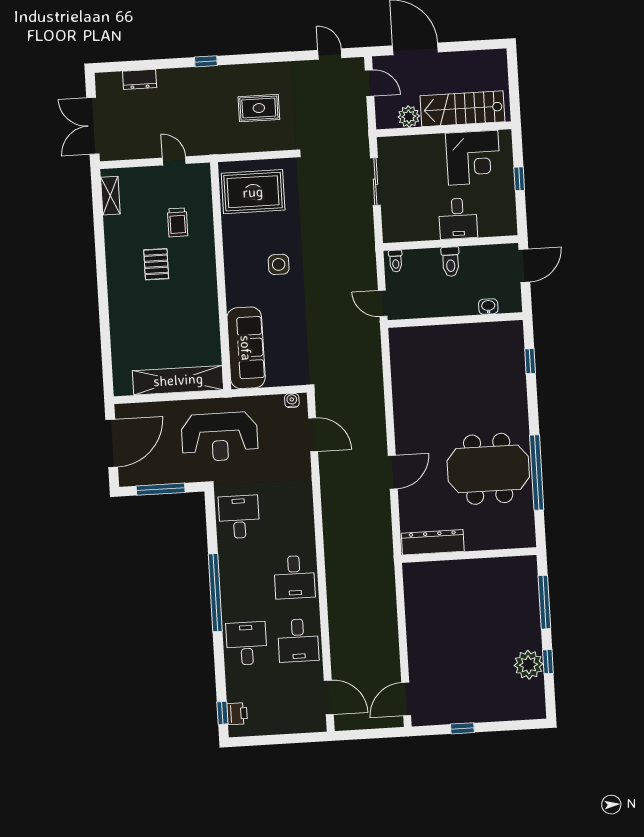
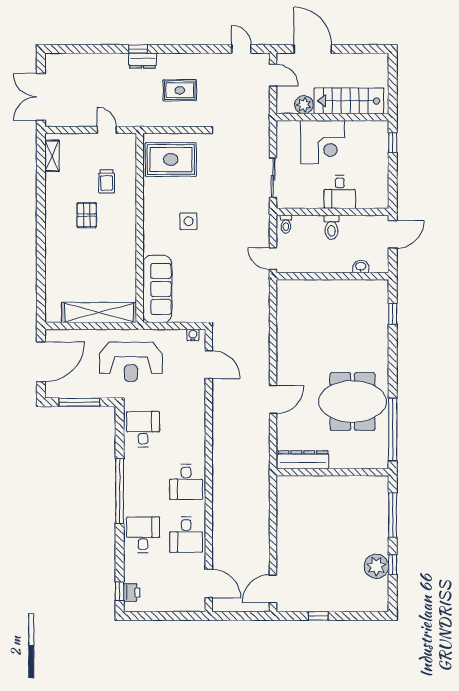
dresser: (140, 79) -> (143, 61), moved
corner desk: (473, 158) -> (323, 142), moved
window: (519, 179) -> (393, 143), moved
sliding door: (375, 182) -> (273, 178), moved
window: (537, 472) -> (393, 430), moved

